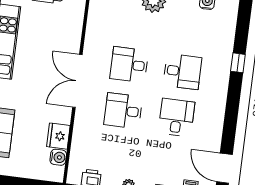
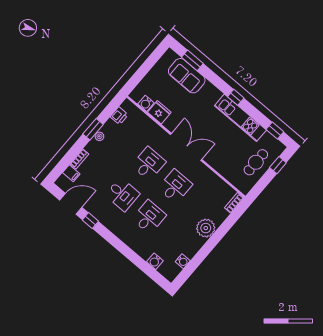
water cooler: (227, 33) -> (155, 261), added
window: (238, 63) -> (90, 221), moved
desk: (182, 71) -> (149, 217), turned 180

